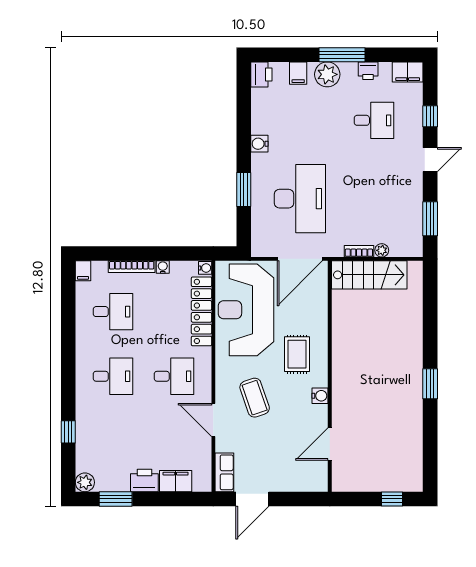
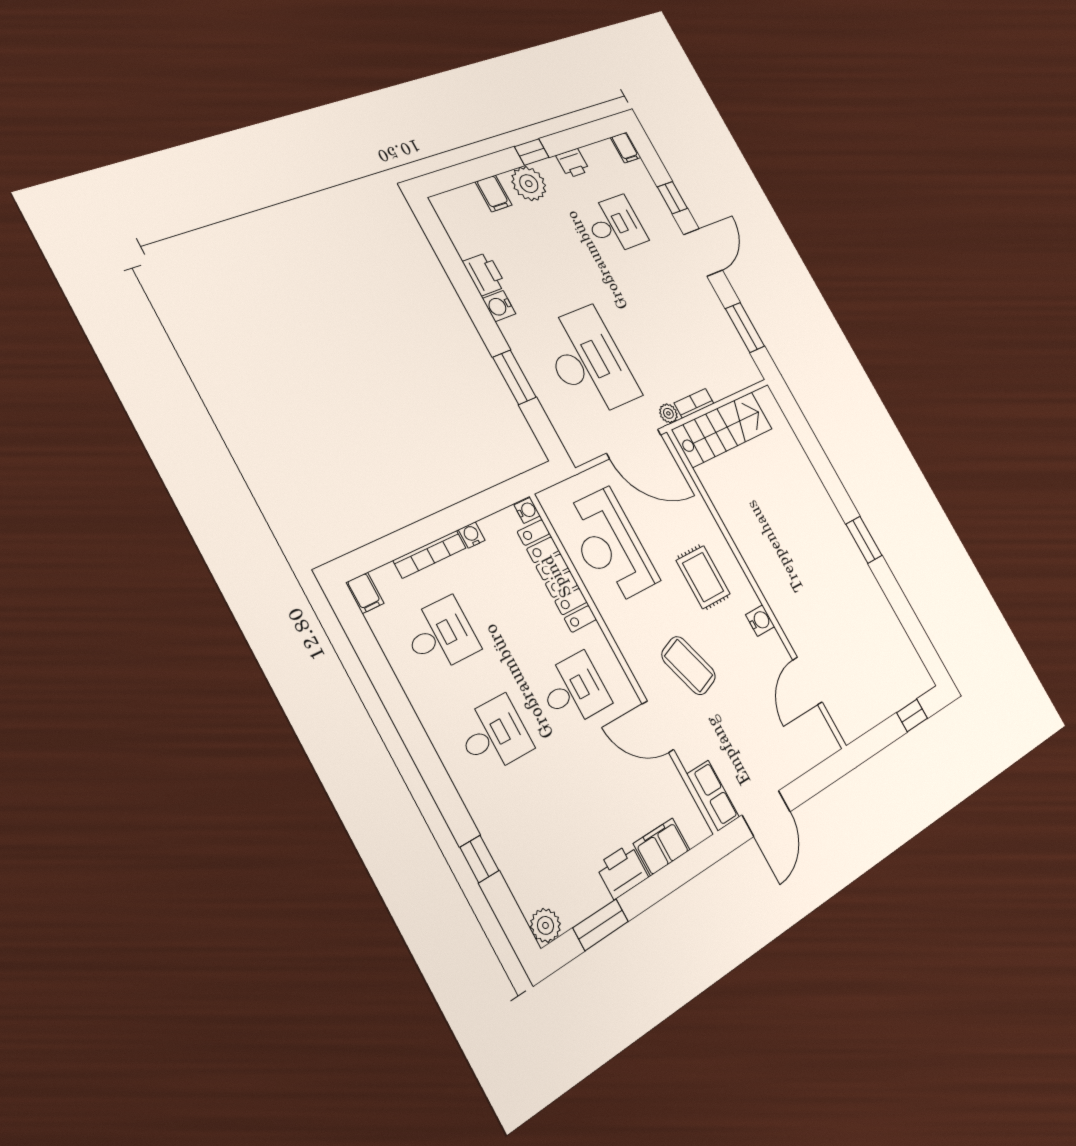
window: (342, 55) -> (532, 152), width x0.46
filing cabinet: (408, 72) -> (626, 148), width x0.50
printer: (261, 75) -> (484, 274), moved
door: (430, 160) -> (703, 252), width x1.38
plant: (382, 250) -> (668, 413), moved
door: (300, 259) -> (634, 444), hinge flipped
reception desk: (246, 310) -> (610, 546), width x0.74, depth x0.77

